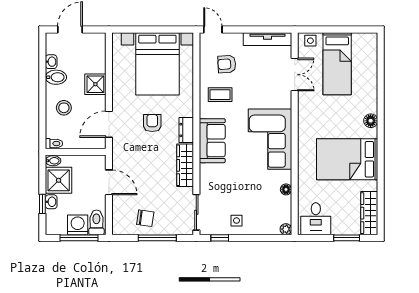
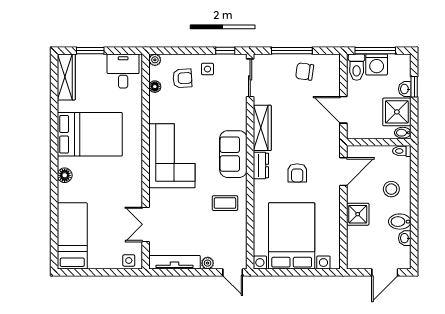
plant: (236, 38) -> (208, 263), added
armchair: (227, 64) -> (182, 78), moved
bed: (337, 64) -> (72, 236), moved
floor lamp: (286, 189) -> (155, 87), moved

